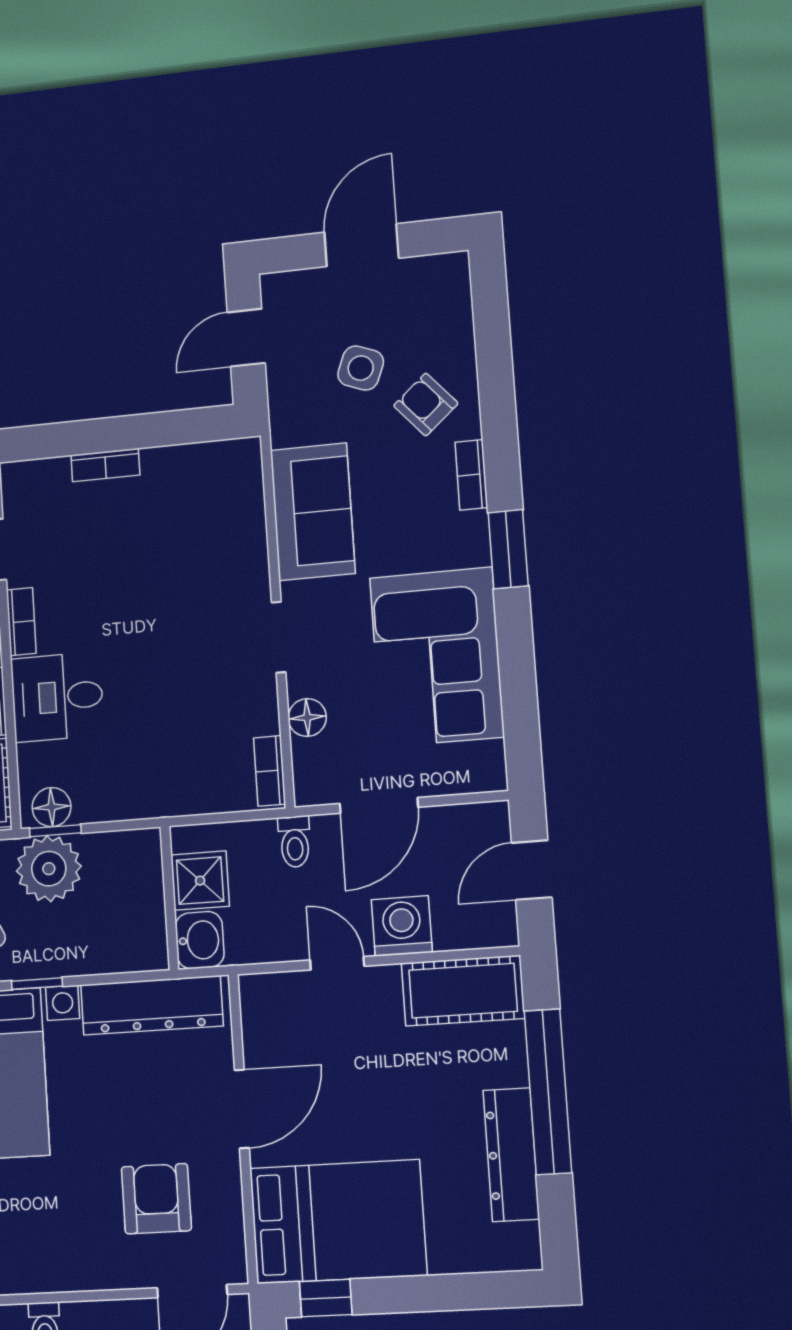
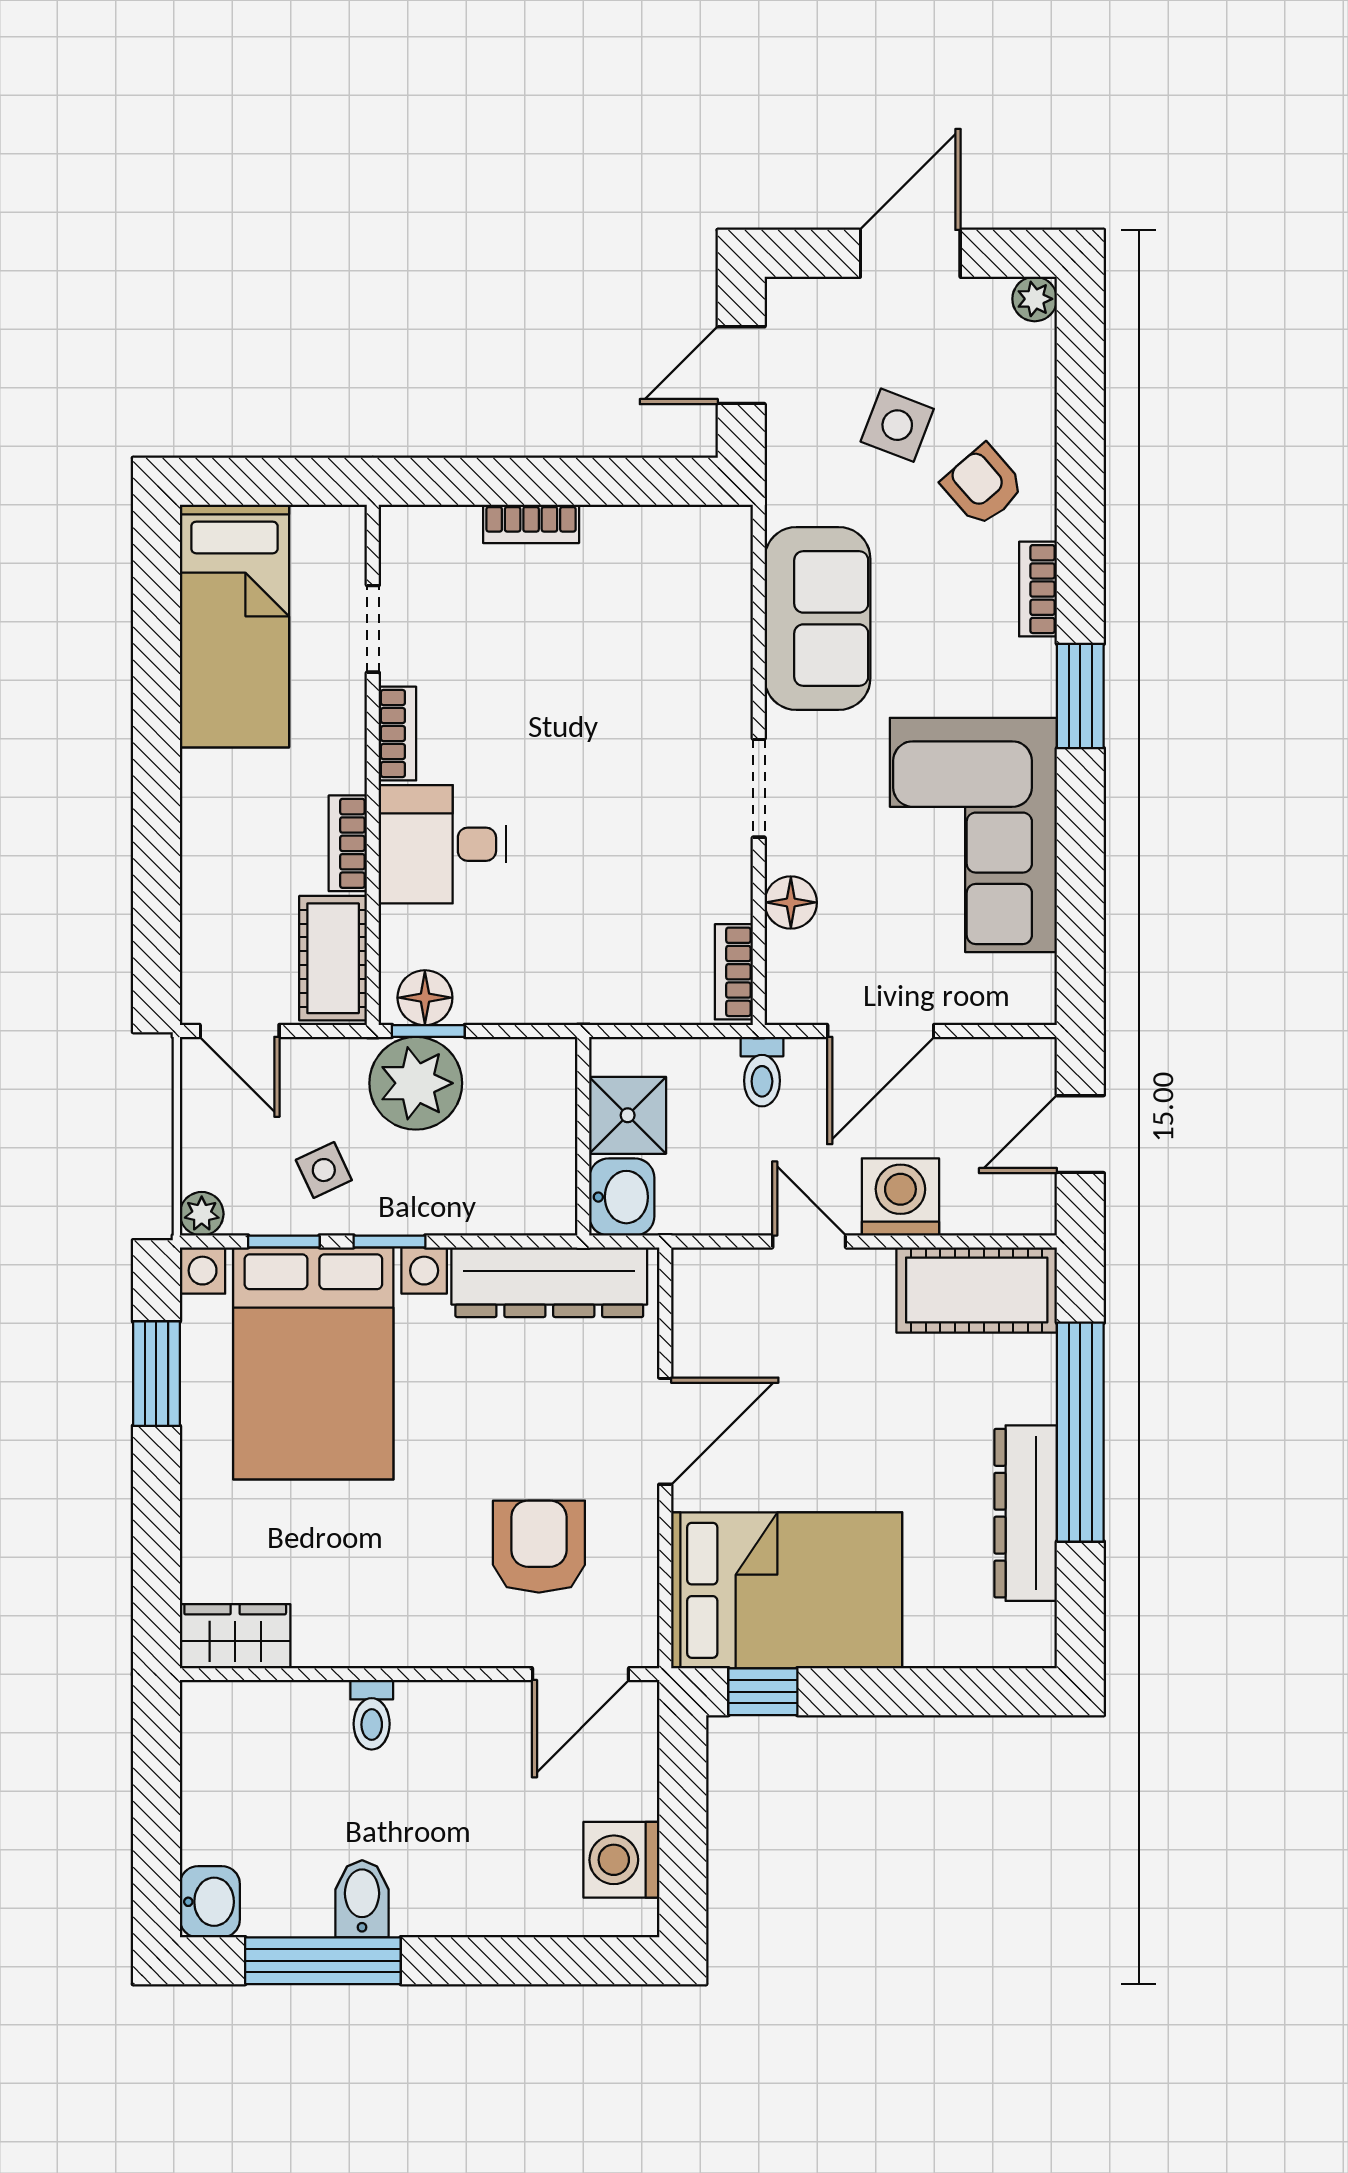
plant: (454, 267) -> (1035, 299), added

